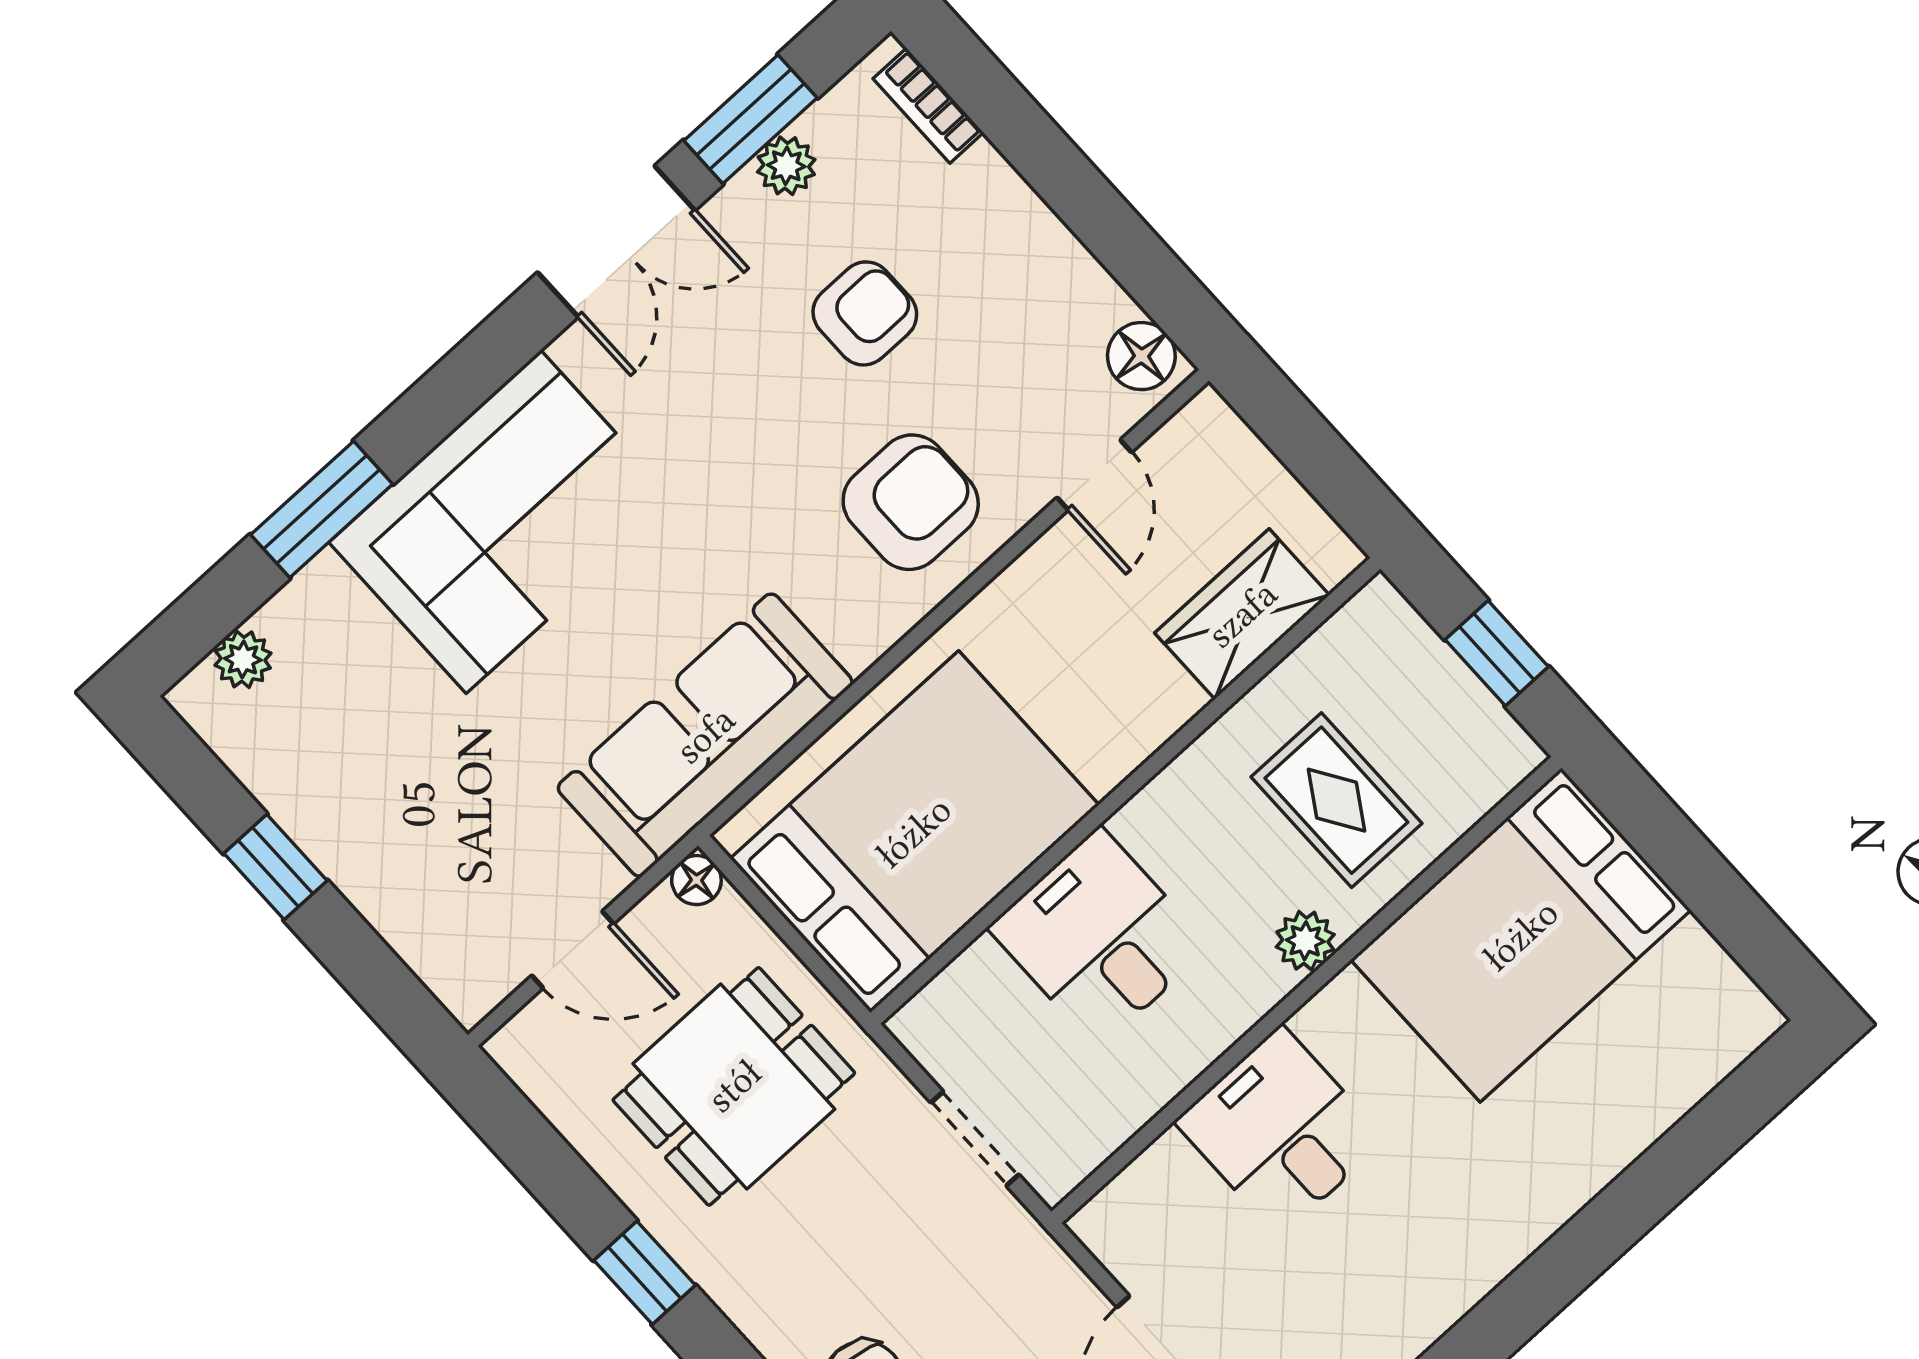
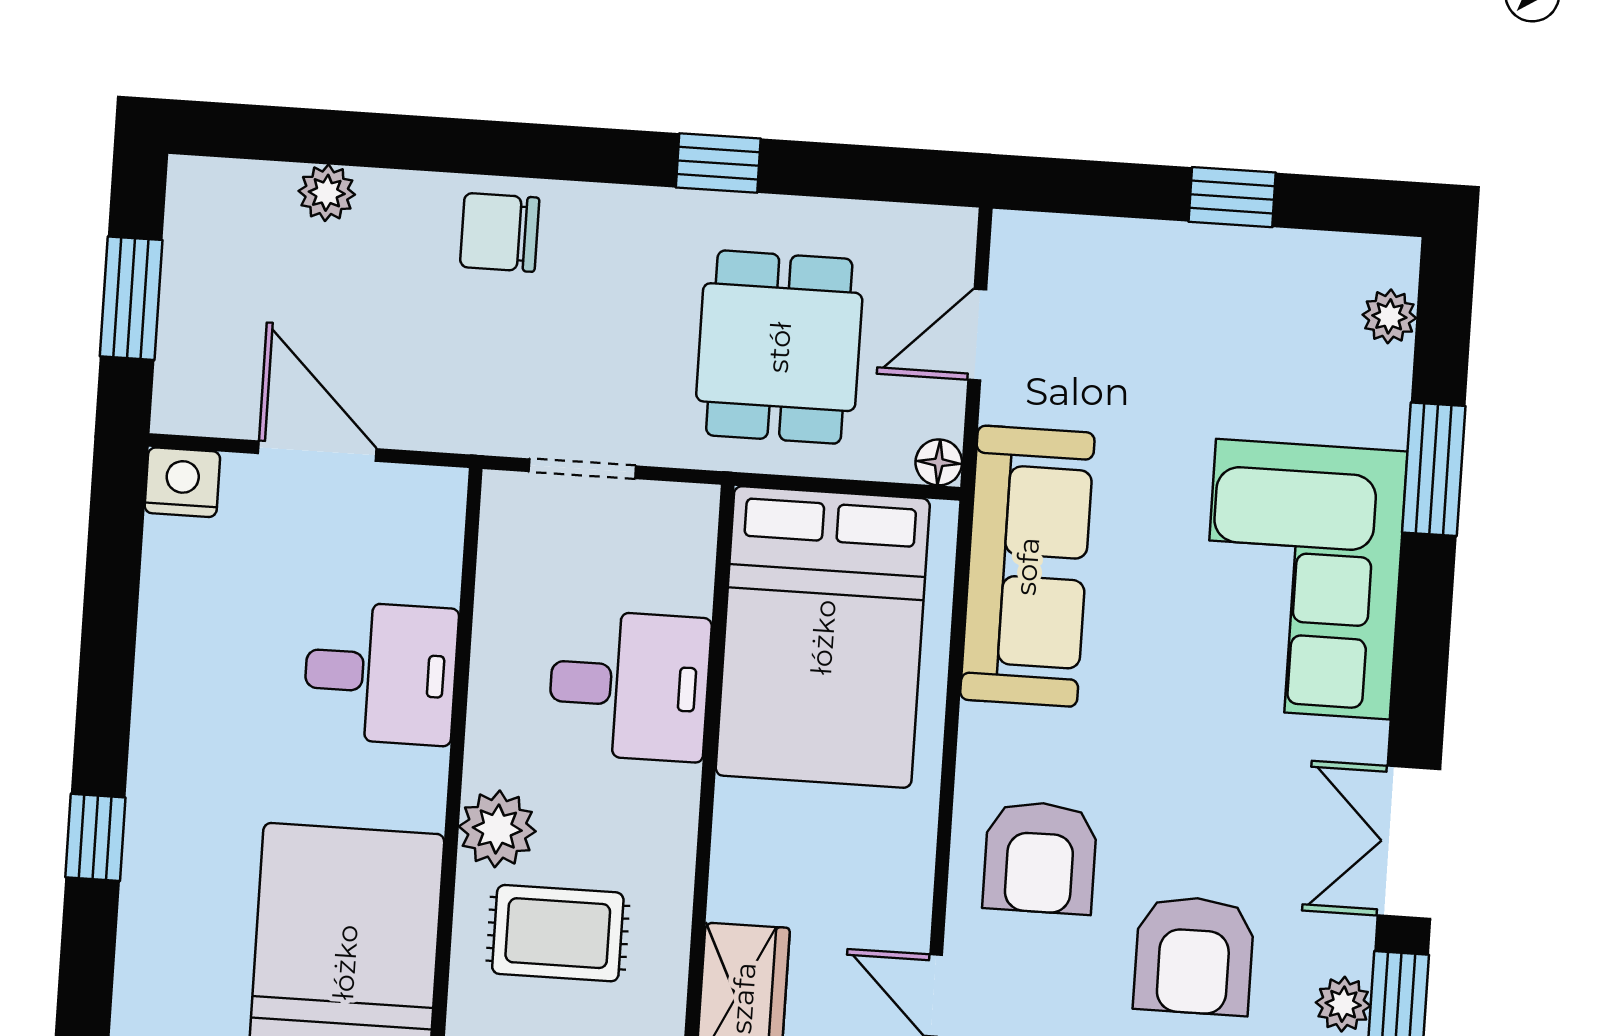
armchair: (865, 313) -> (1194, 955), width x1.38, depth x1.38
plant: (1305, 941) -> (497, 829), width x1.38, depth x1.38
window: (1621, 1215) -> (95, 837), added

